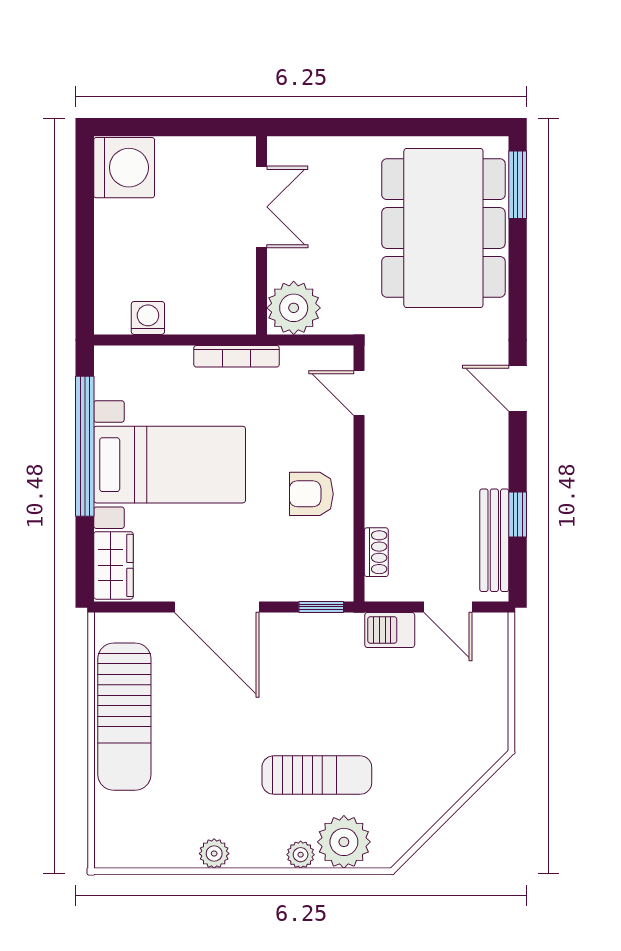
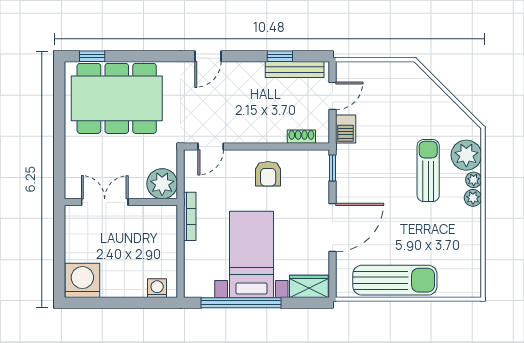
window: (518, 185) -> (92, 56), width x0.67
washing machine: (148, 318) -> (157, 288), moved, turned 90
plant: (214, 854) -> (473, 198), moved

